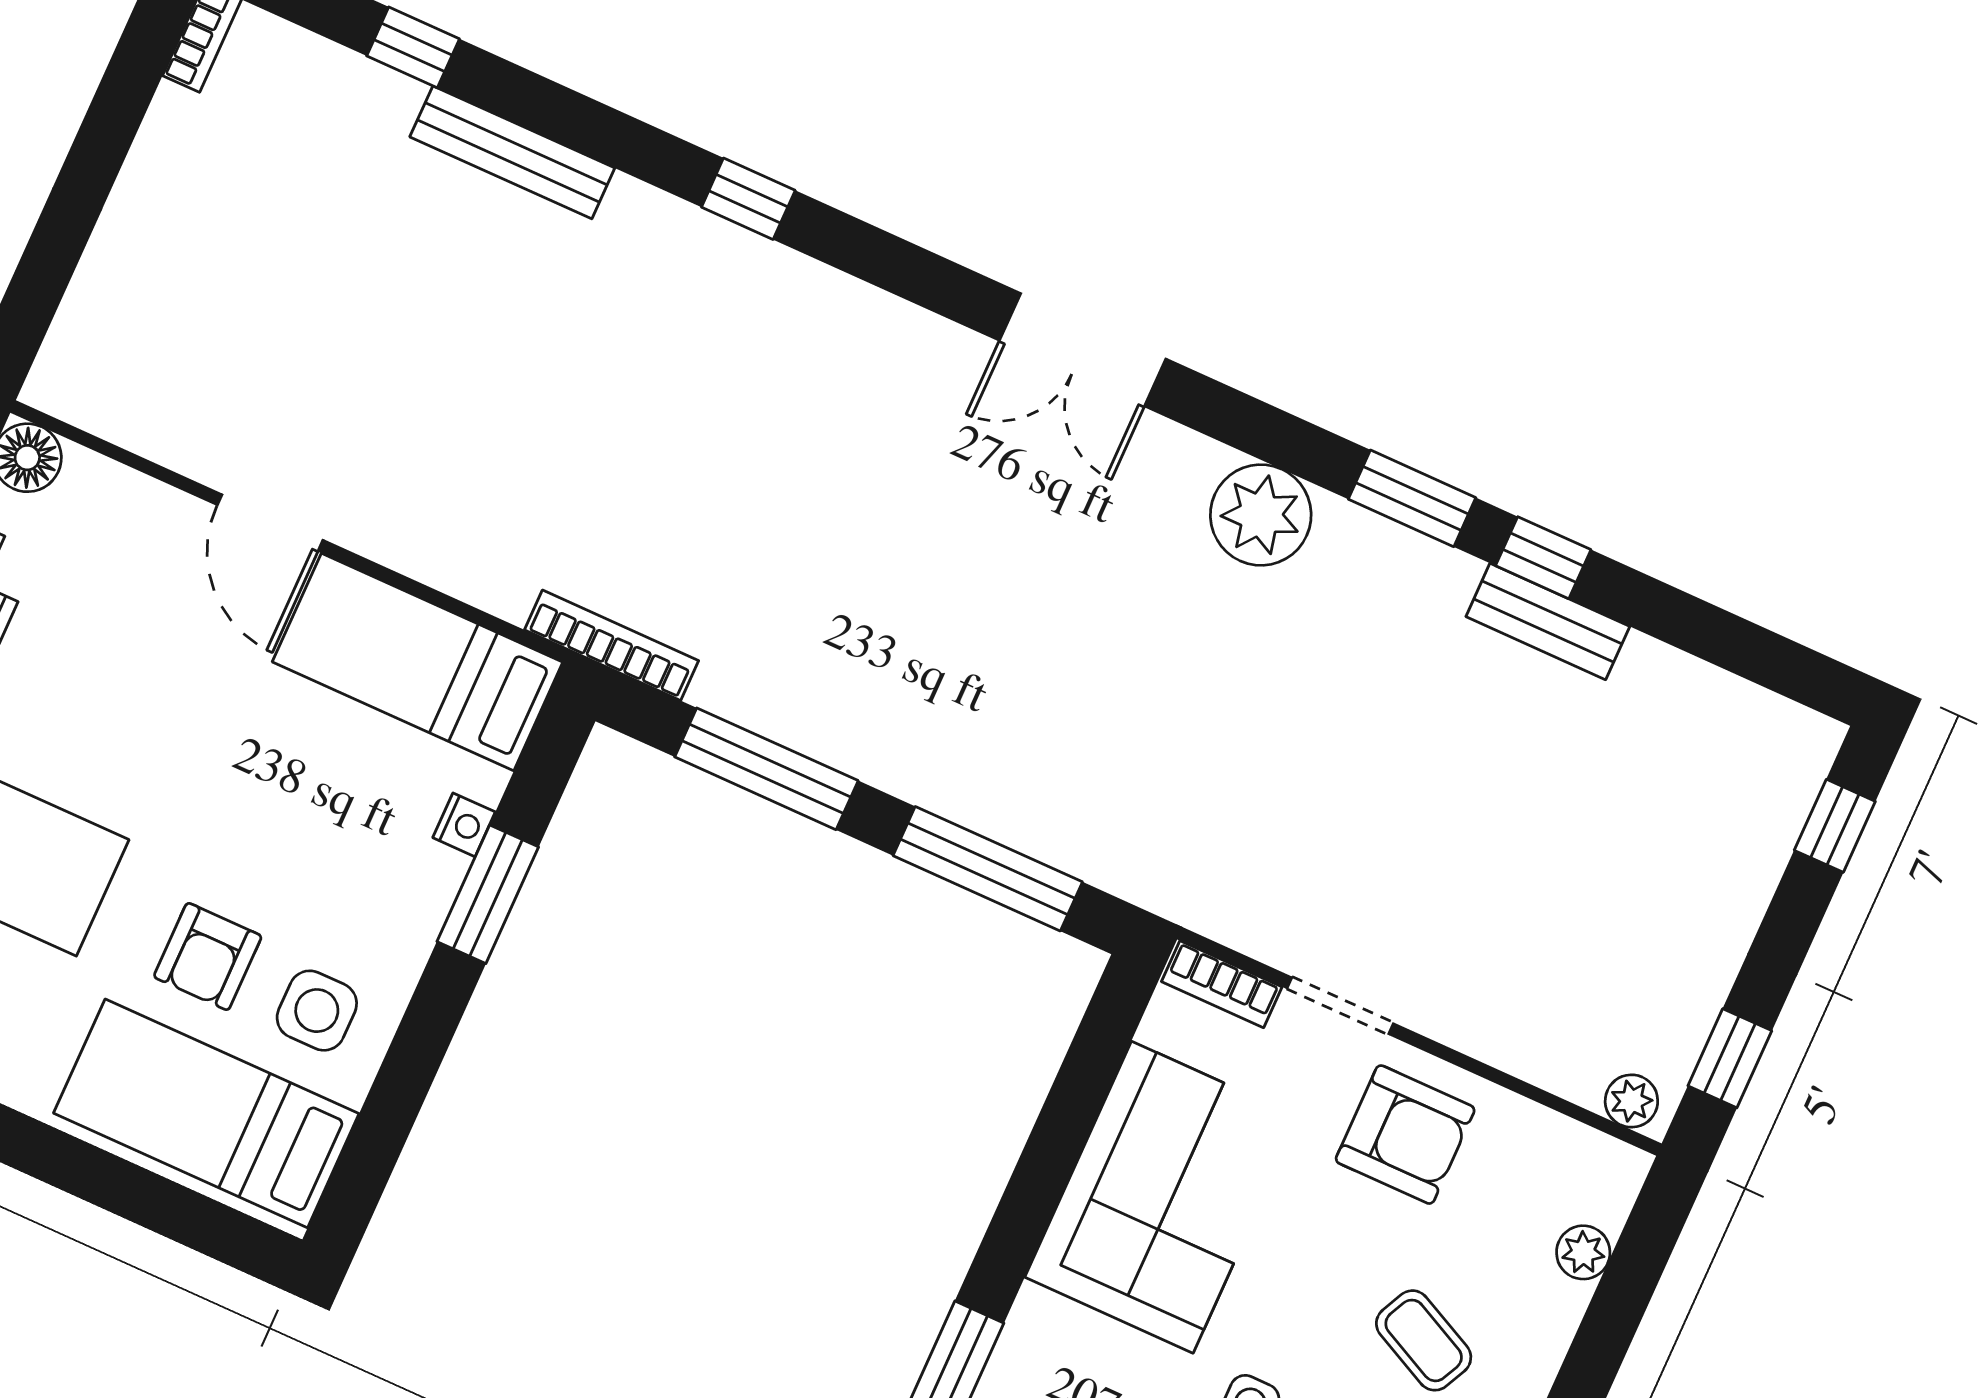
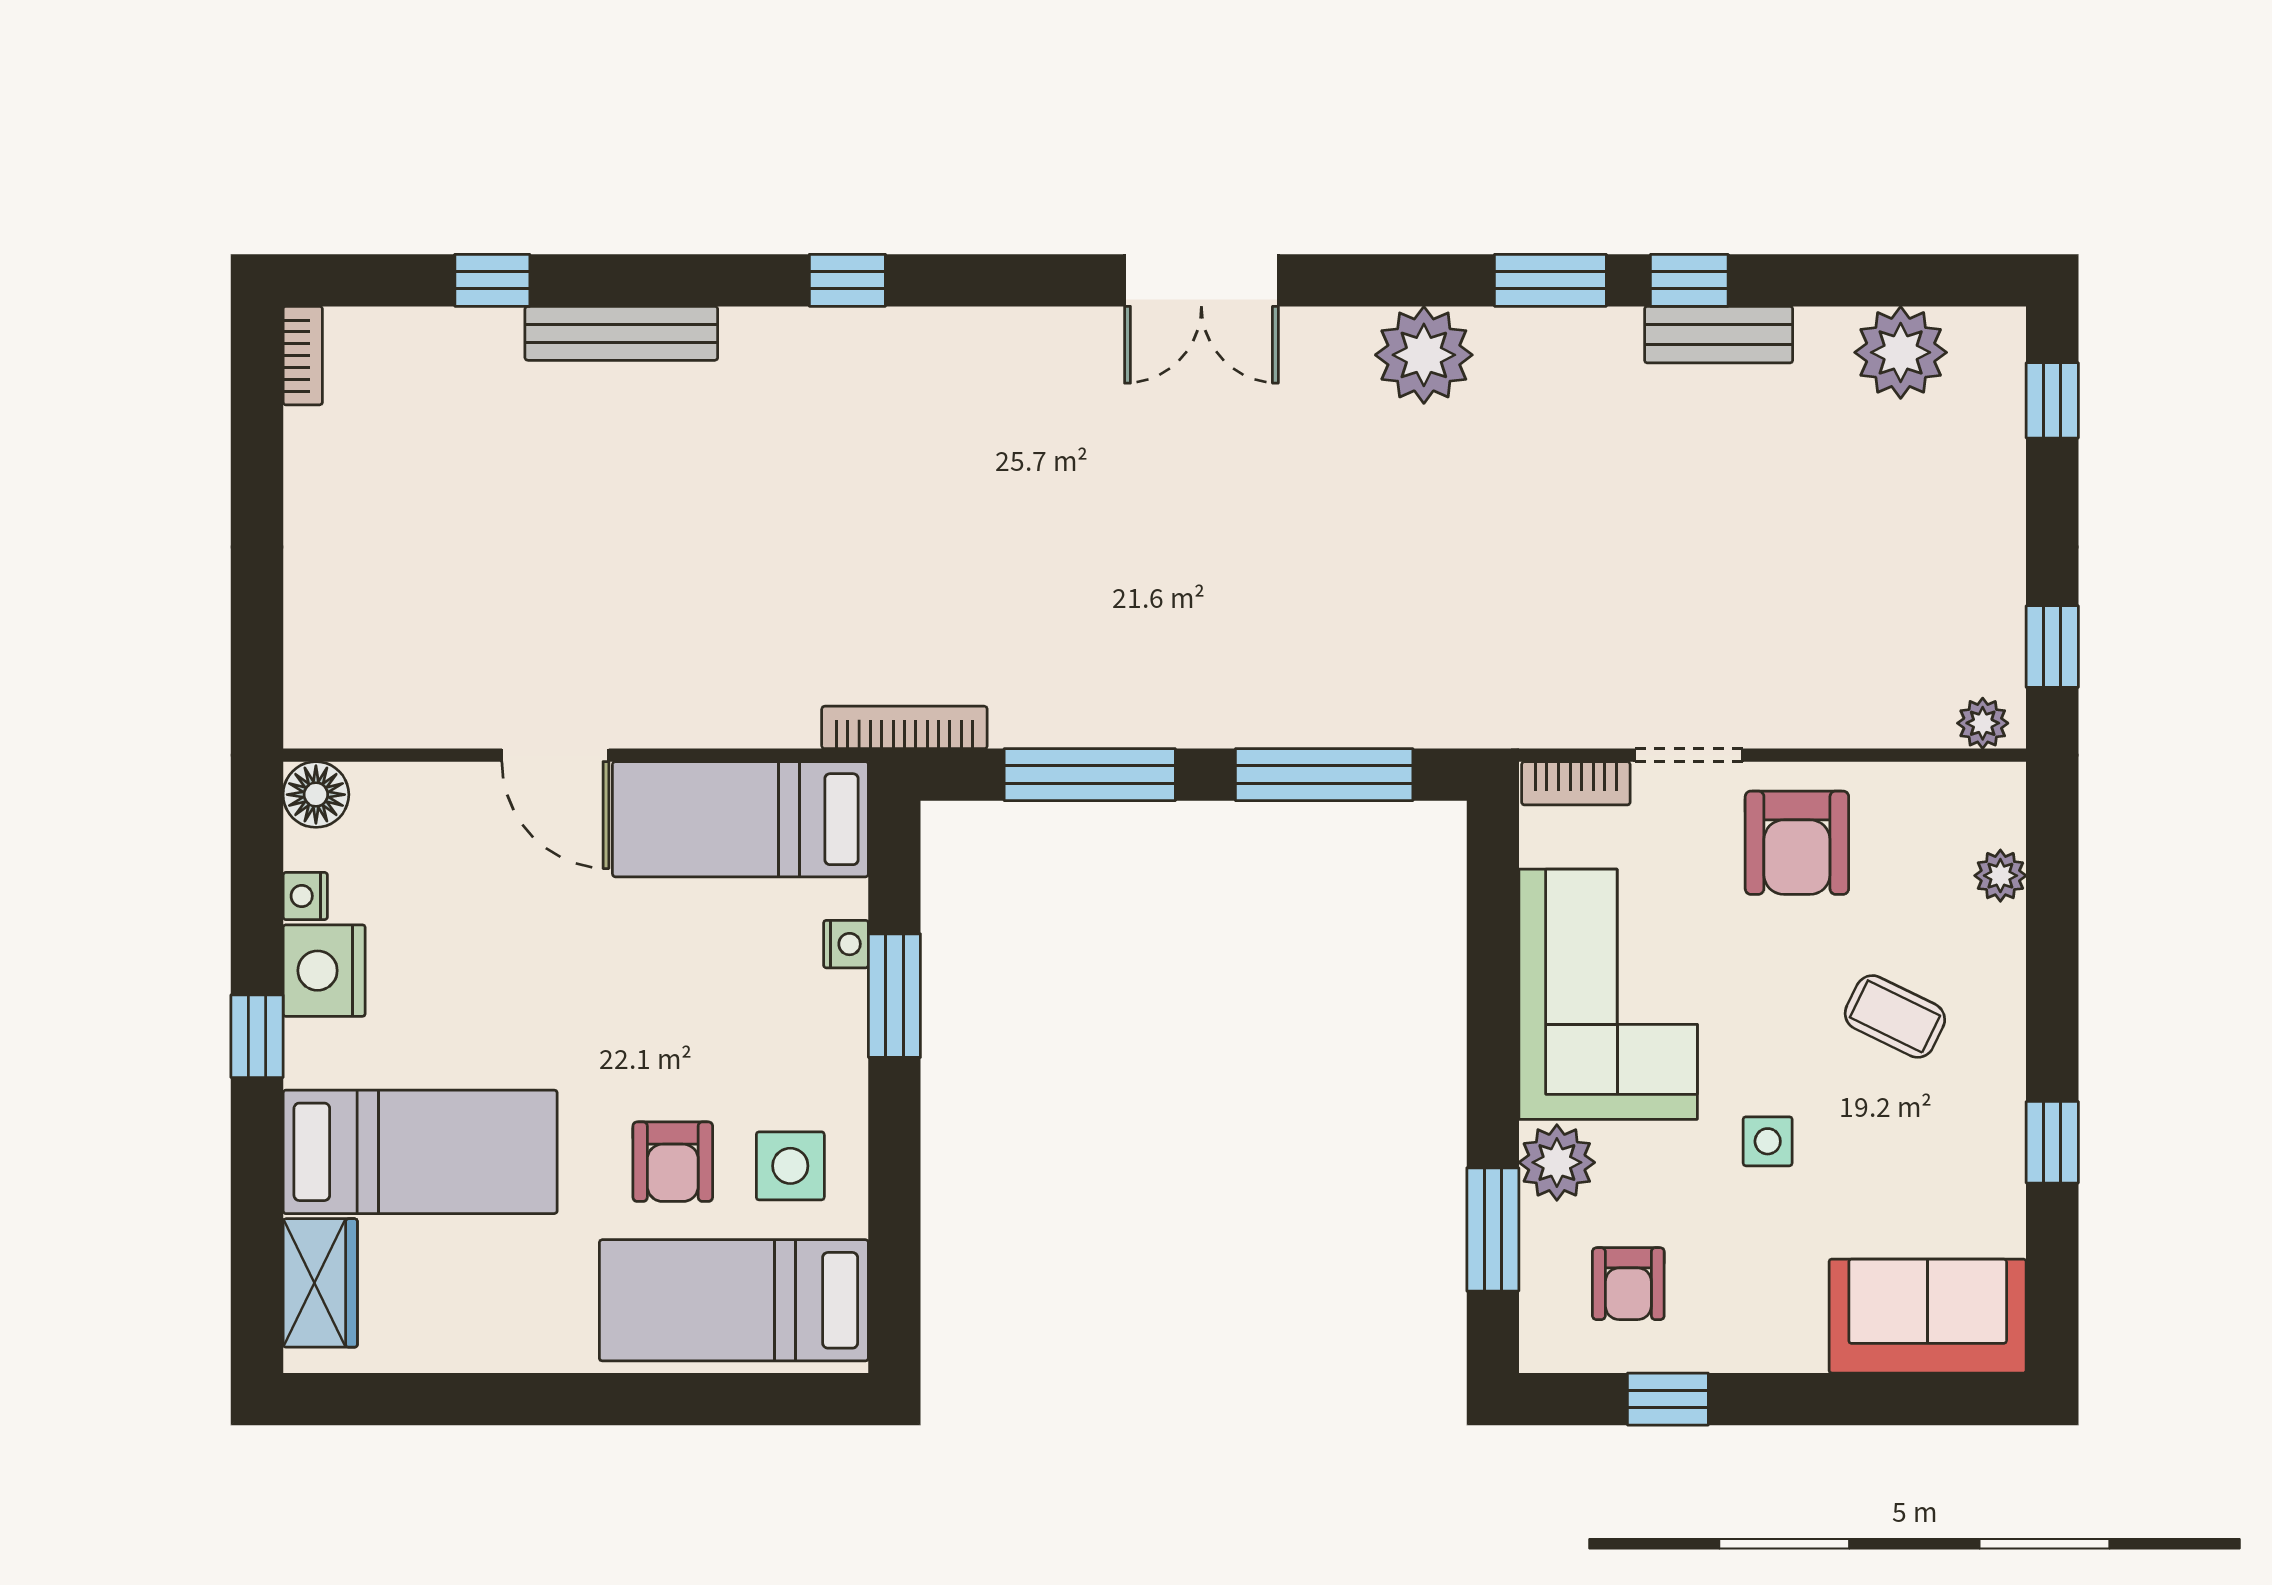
plant: (1712, 716) -> (1901, 352), added
armchair: (1405, 1135) -> (1797, 843), turned 90
plant: (1042, 1334) -> (1557, 1162), added

